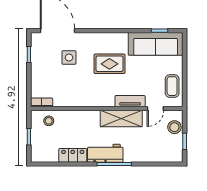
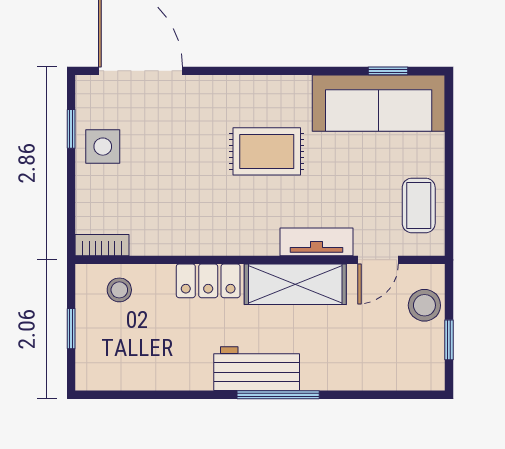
side table: (69, 58) -> (103, 147), moved
locker: (73, 155) -> (208, 281), moved, turned 180

